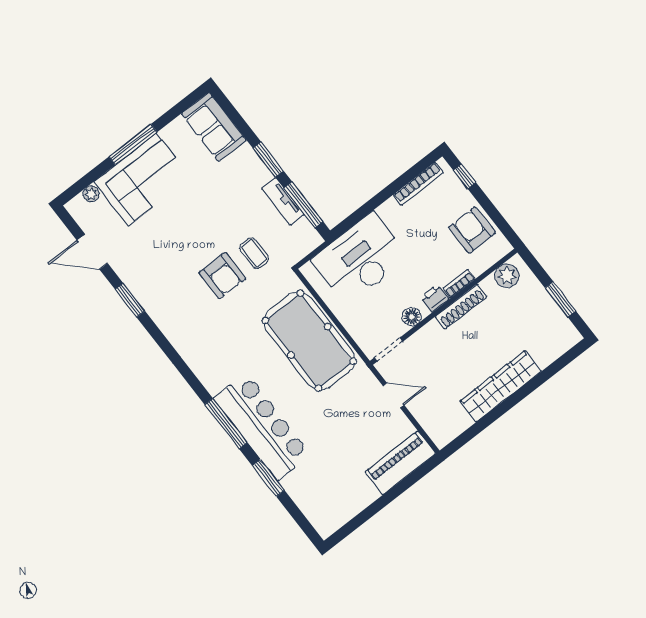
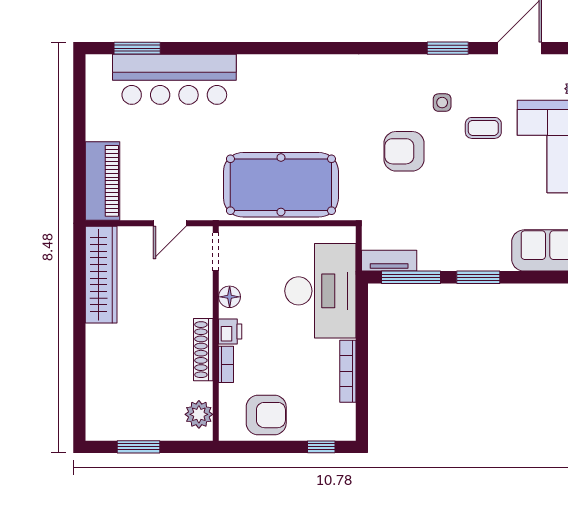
bookcase: (418, 184) -> (348, 371), moved
tv unit: (283, 201) -> (389, 261), moved
coffee table: (254, 253) -> (483, 128), moved
side table: (170, 275) -> (442, 103), added
wardrobe: (501, 386) -> (101, 275), moved
window: (226, 424) -> (264, 48), removed
bar counter: (262, 427) -> (174, 79), moved
window: (268, 478) -> (137, 48), moved

